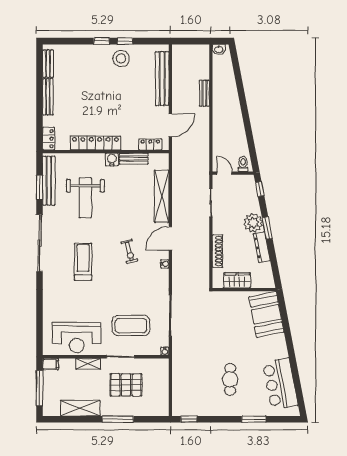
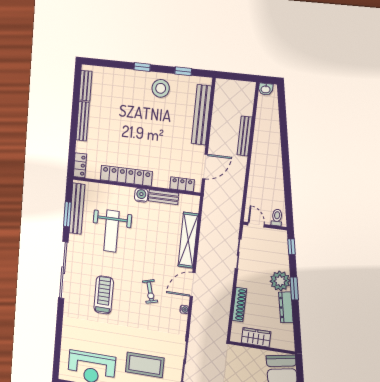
window: (125, 41) -> (183, 71), moved
bench: (204, 93) -> (245, 136), width x1.36

